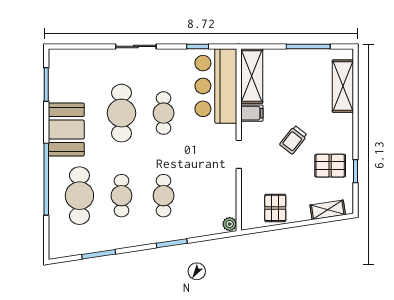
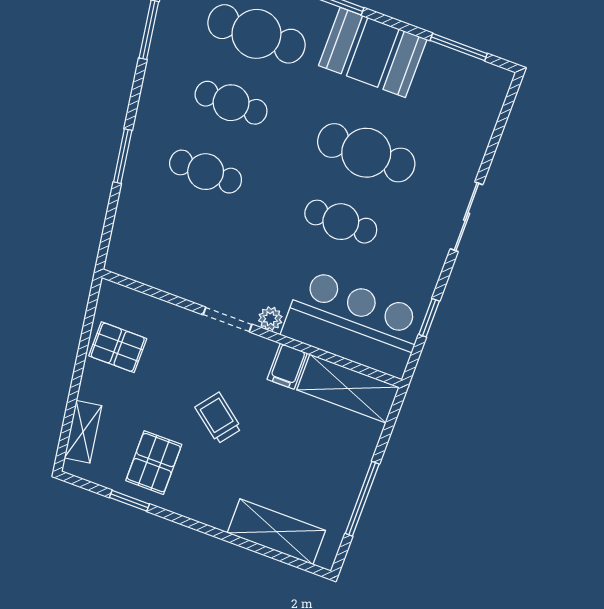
plant: (230, 224) -> (270, 319), moved

